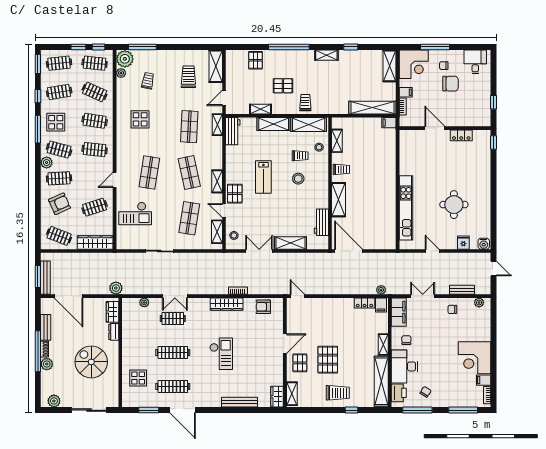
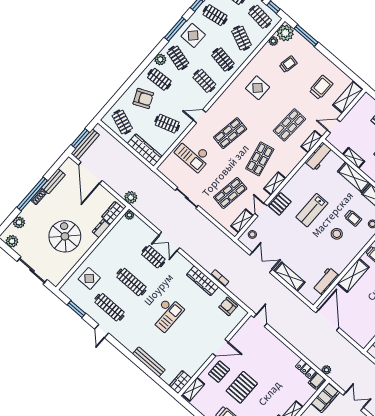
plant: (144, 303) -> (129, 215), moved
plant: (47, 364) -> (19, 222), moved
door: (183, 410) -> (102, 331), width x0.53

